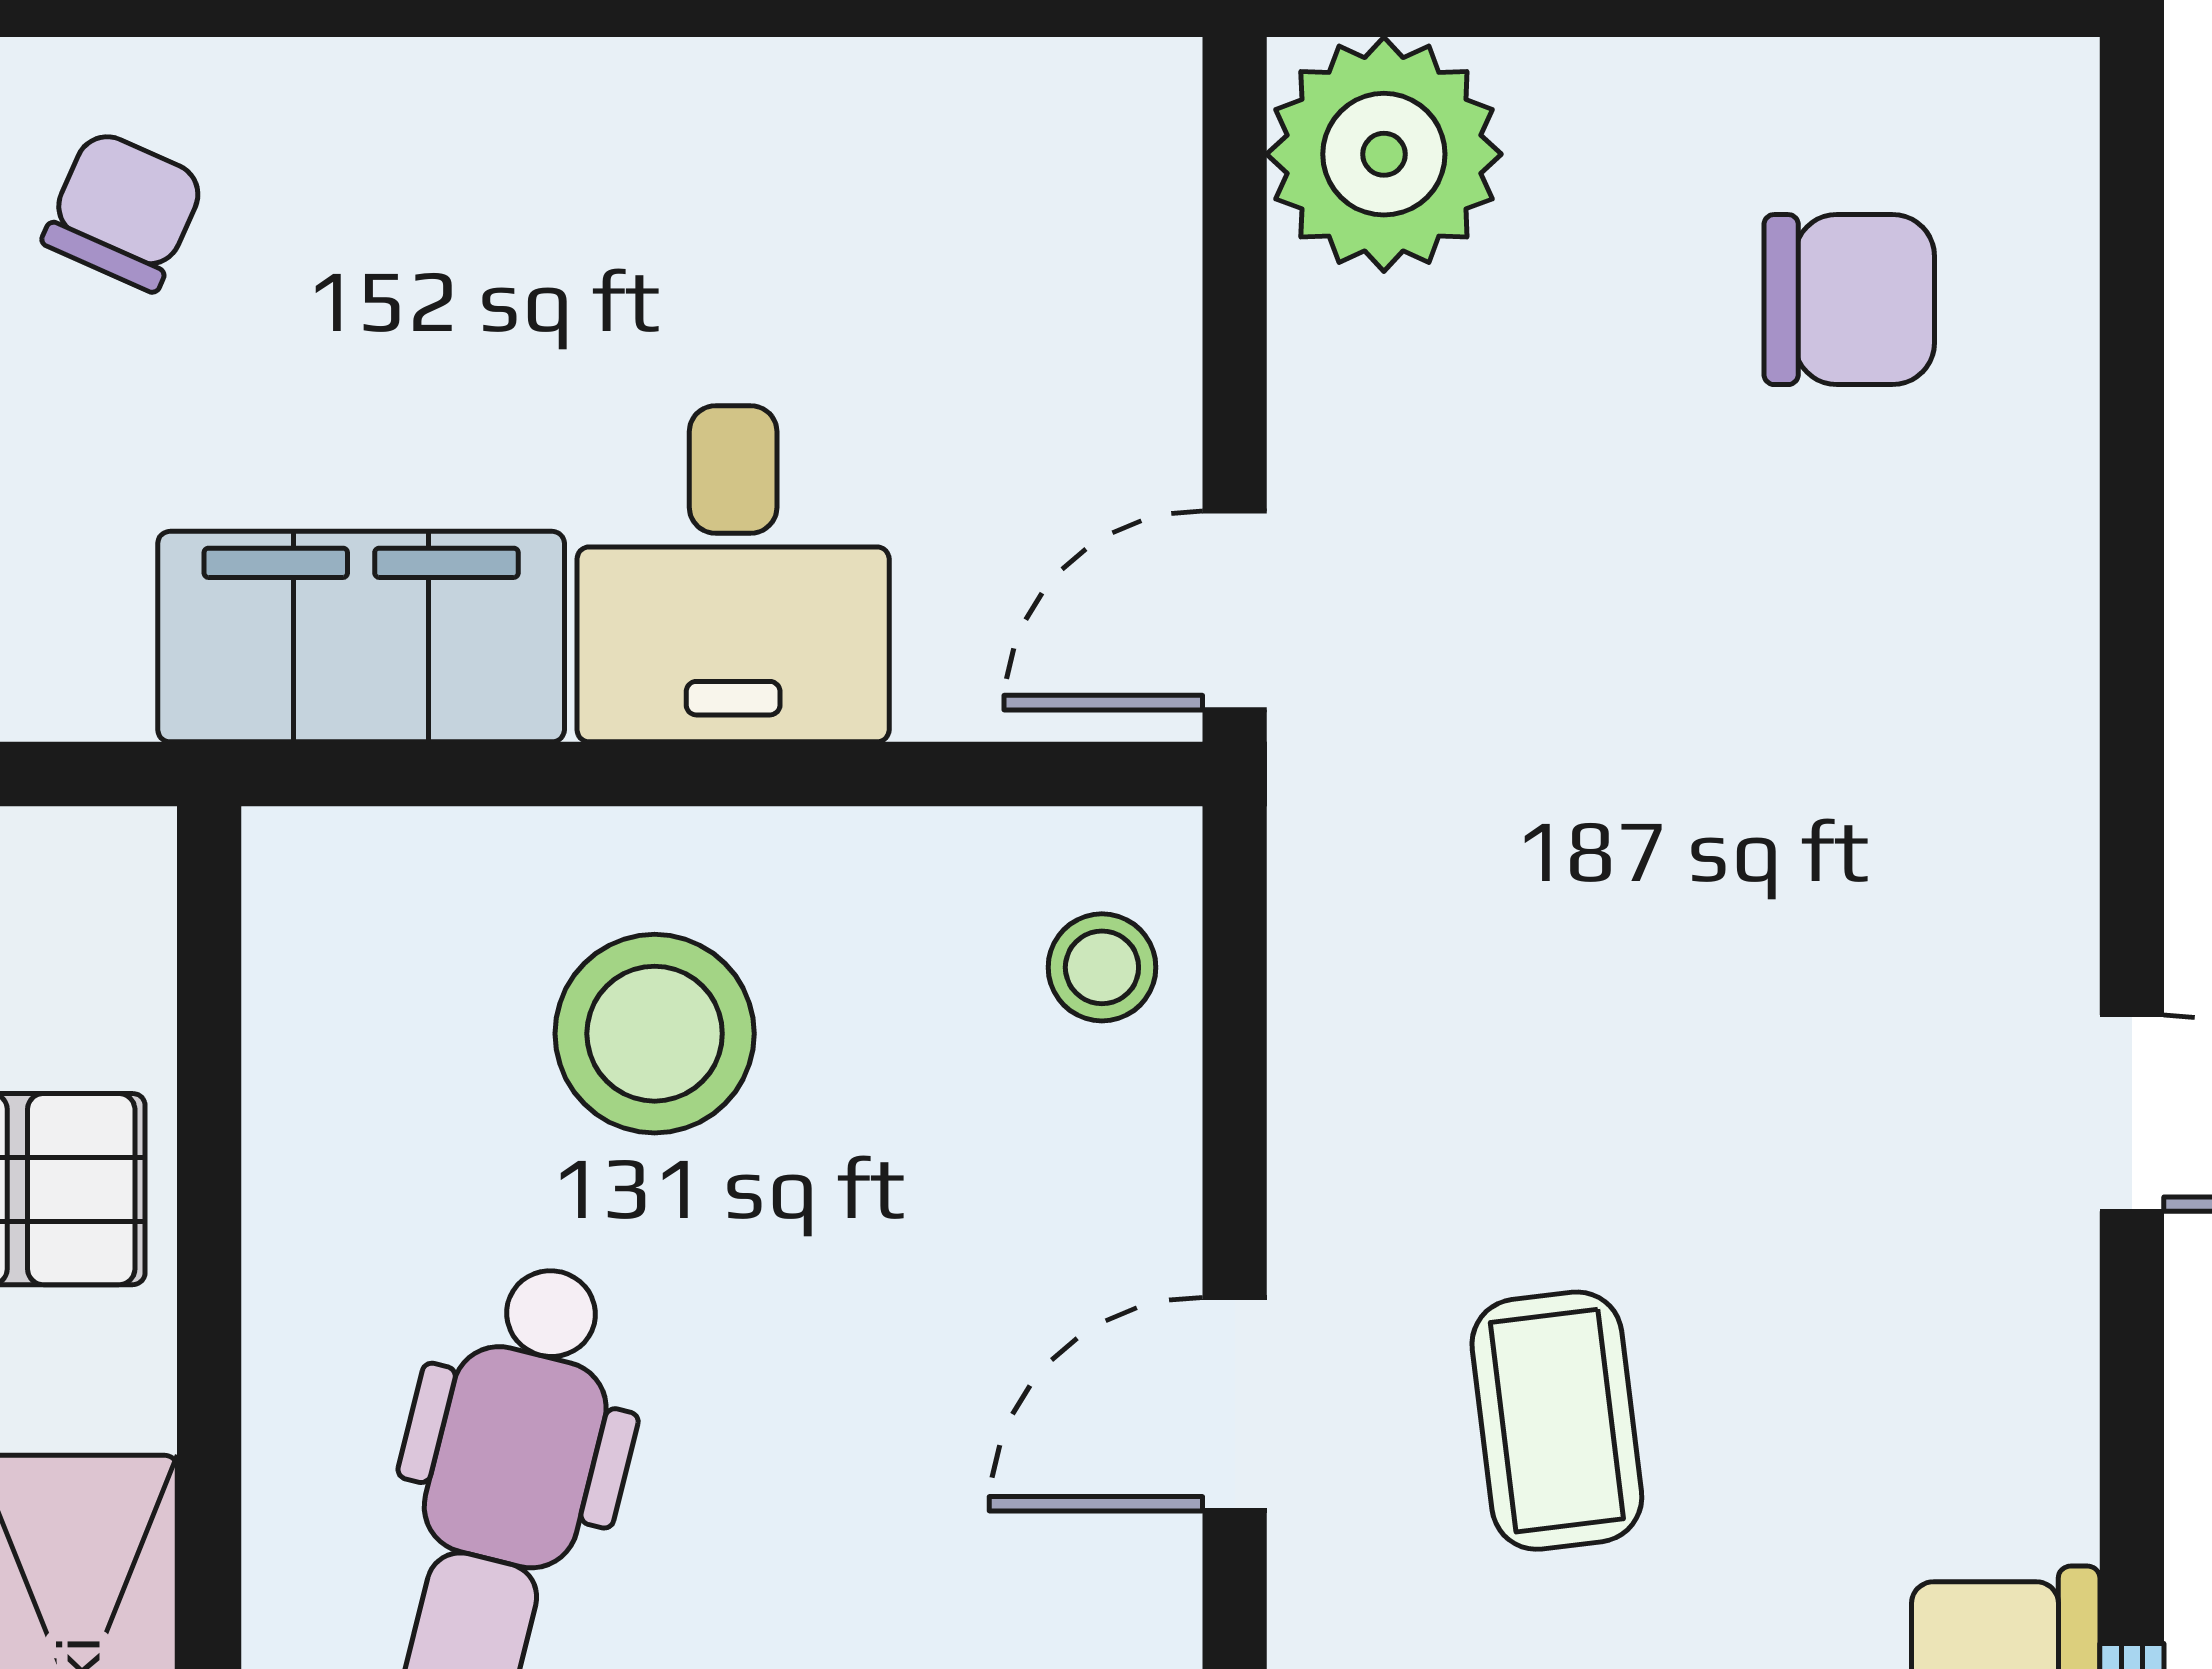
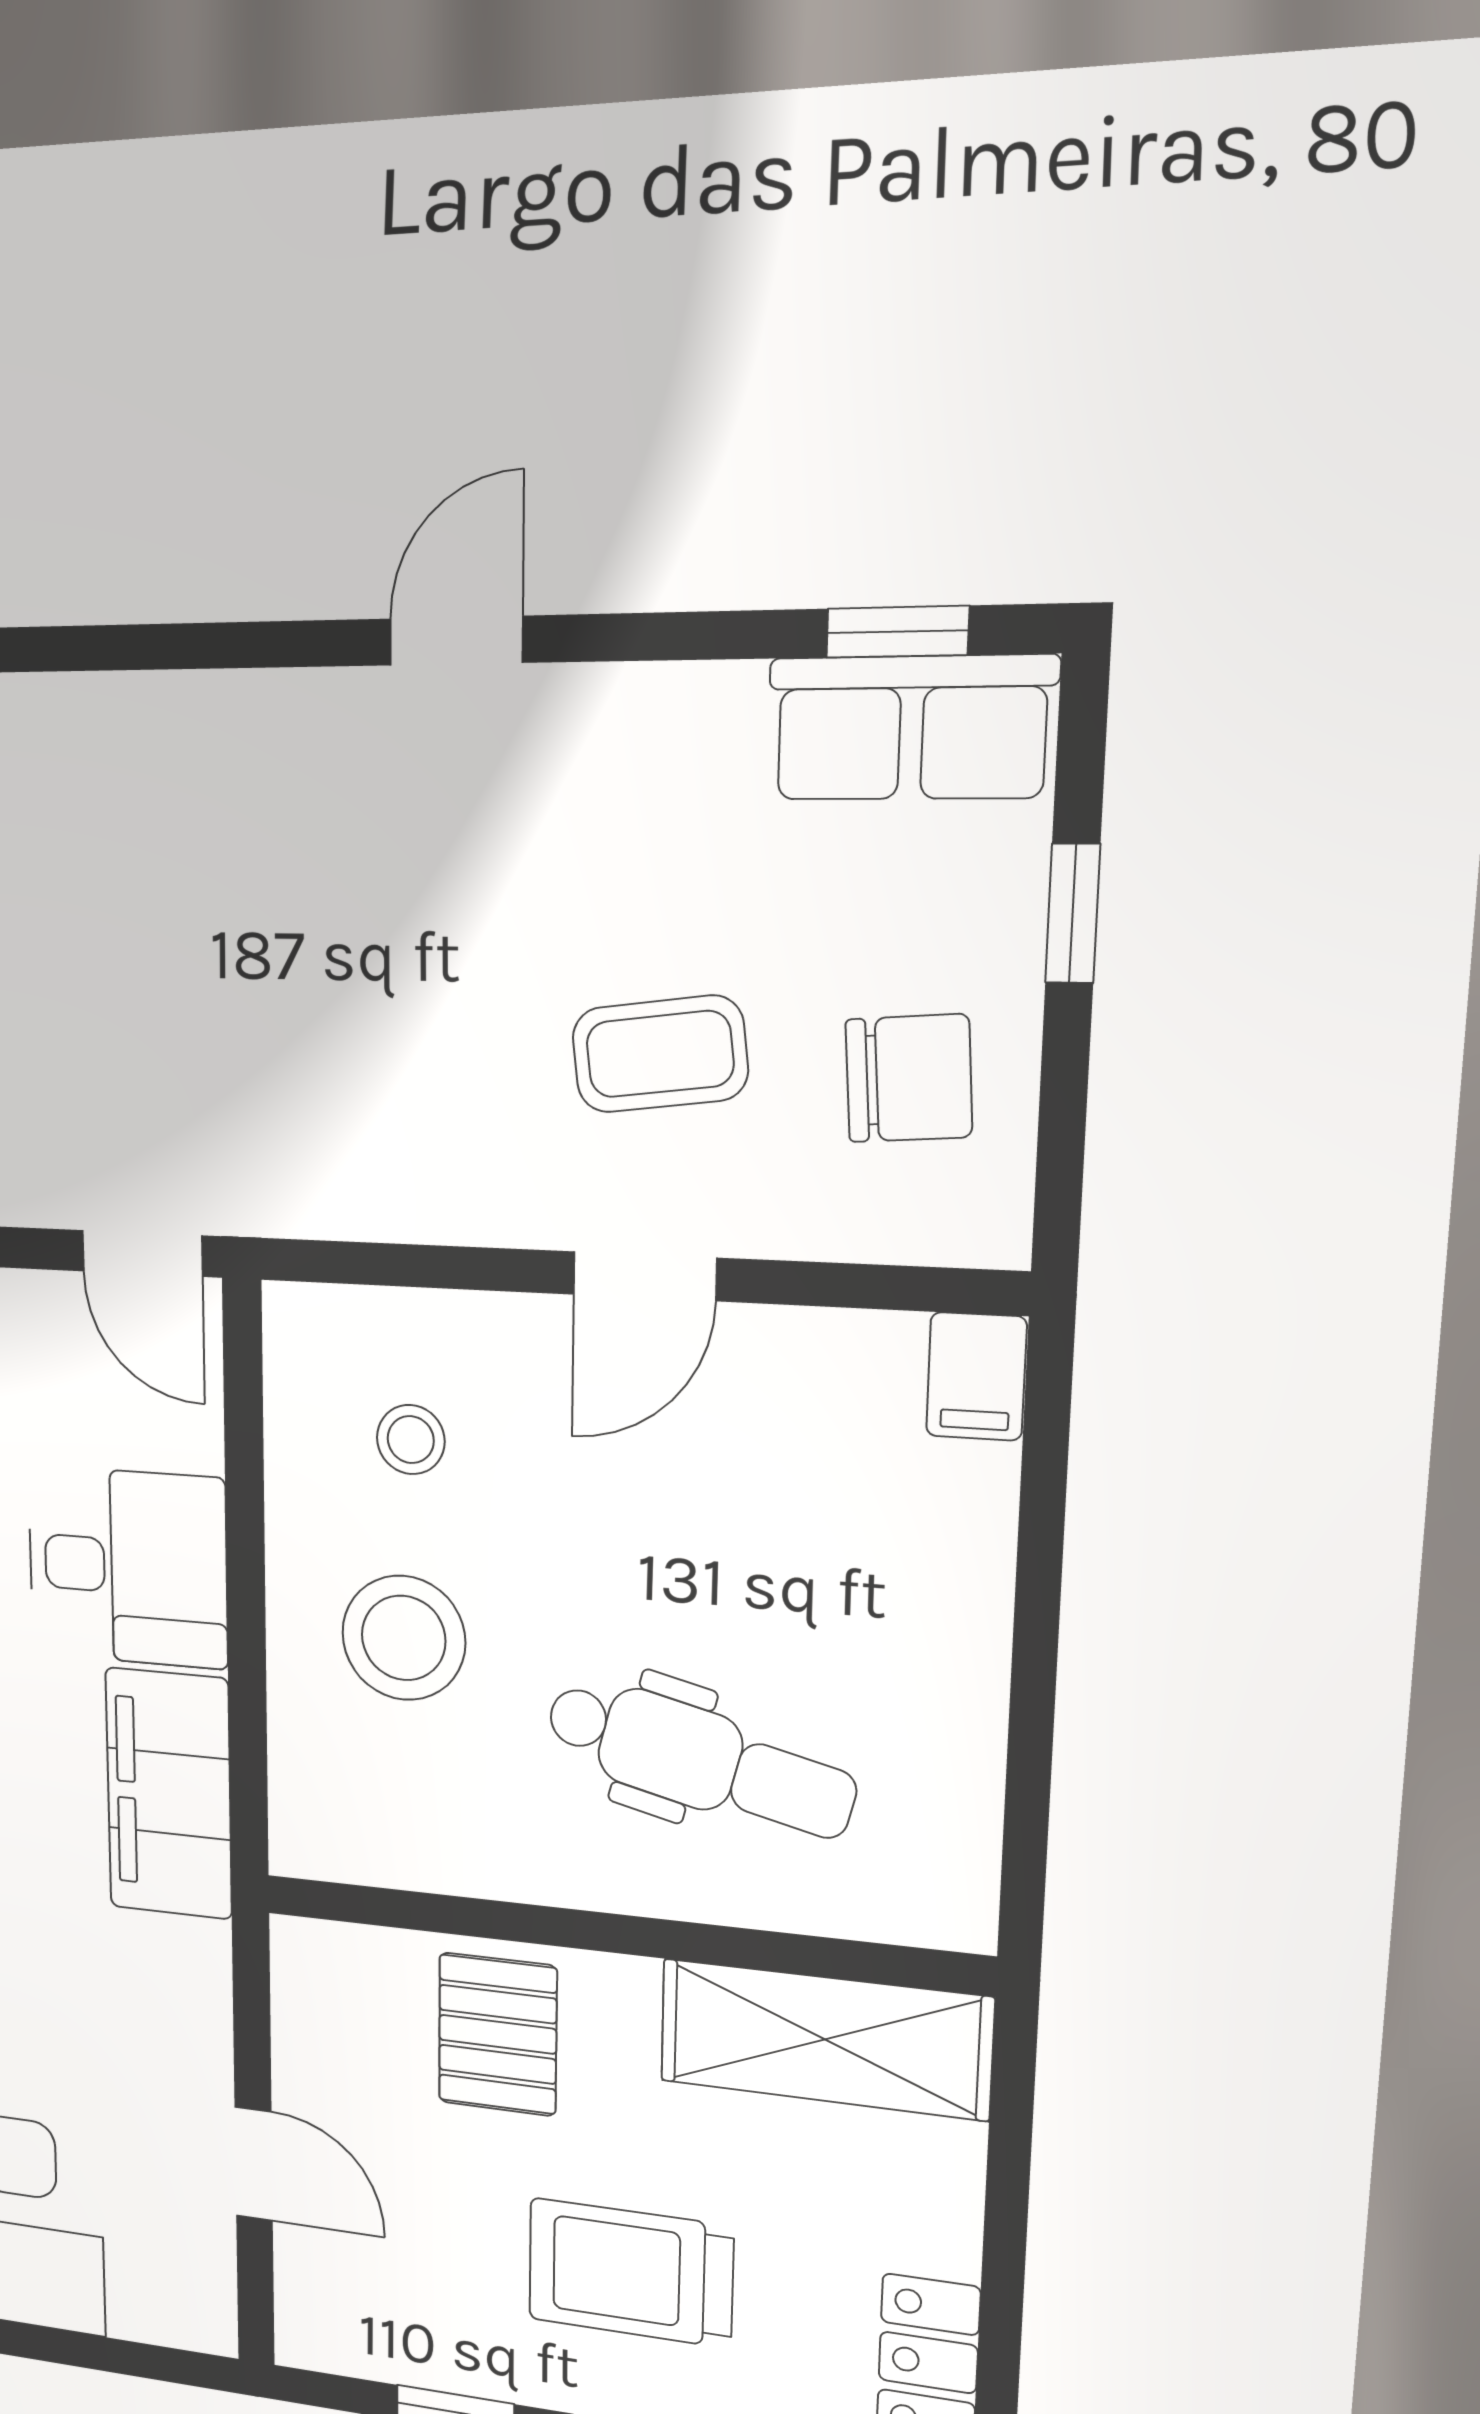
stool: (1102, 967) -> (411, 1440), moved
door: (1235, 1404) -> (645, 1276), hinge flipped

